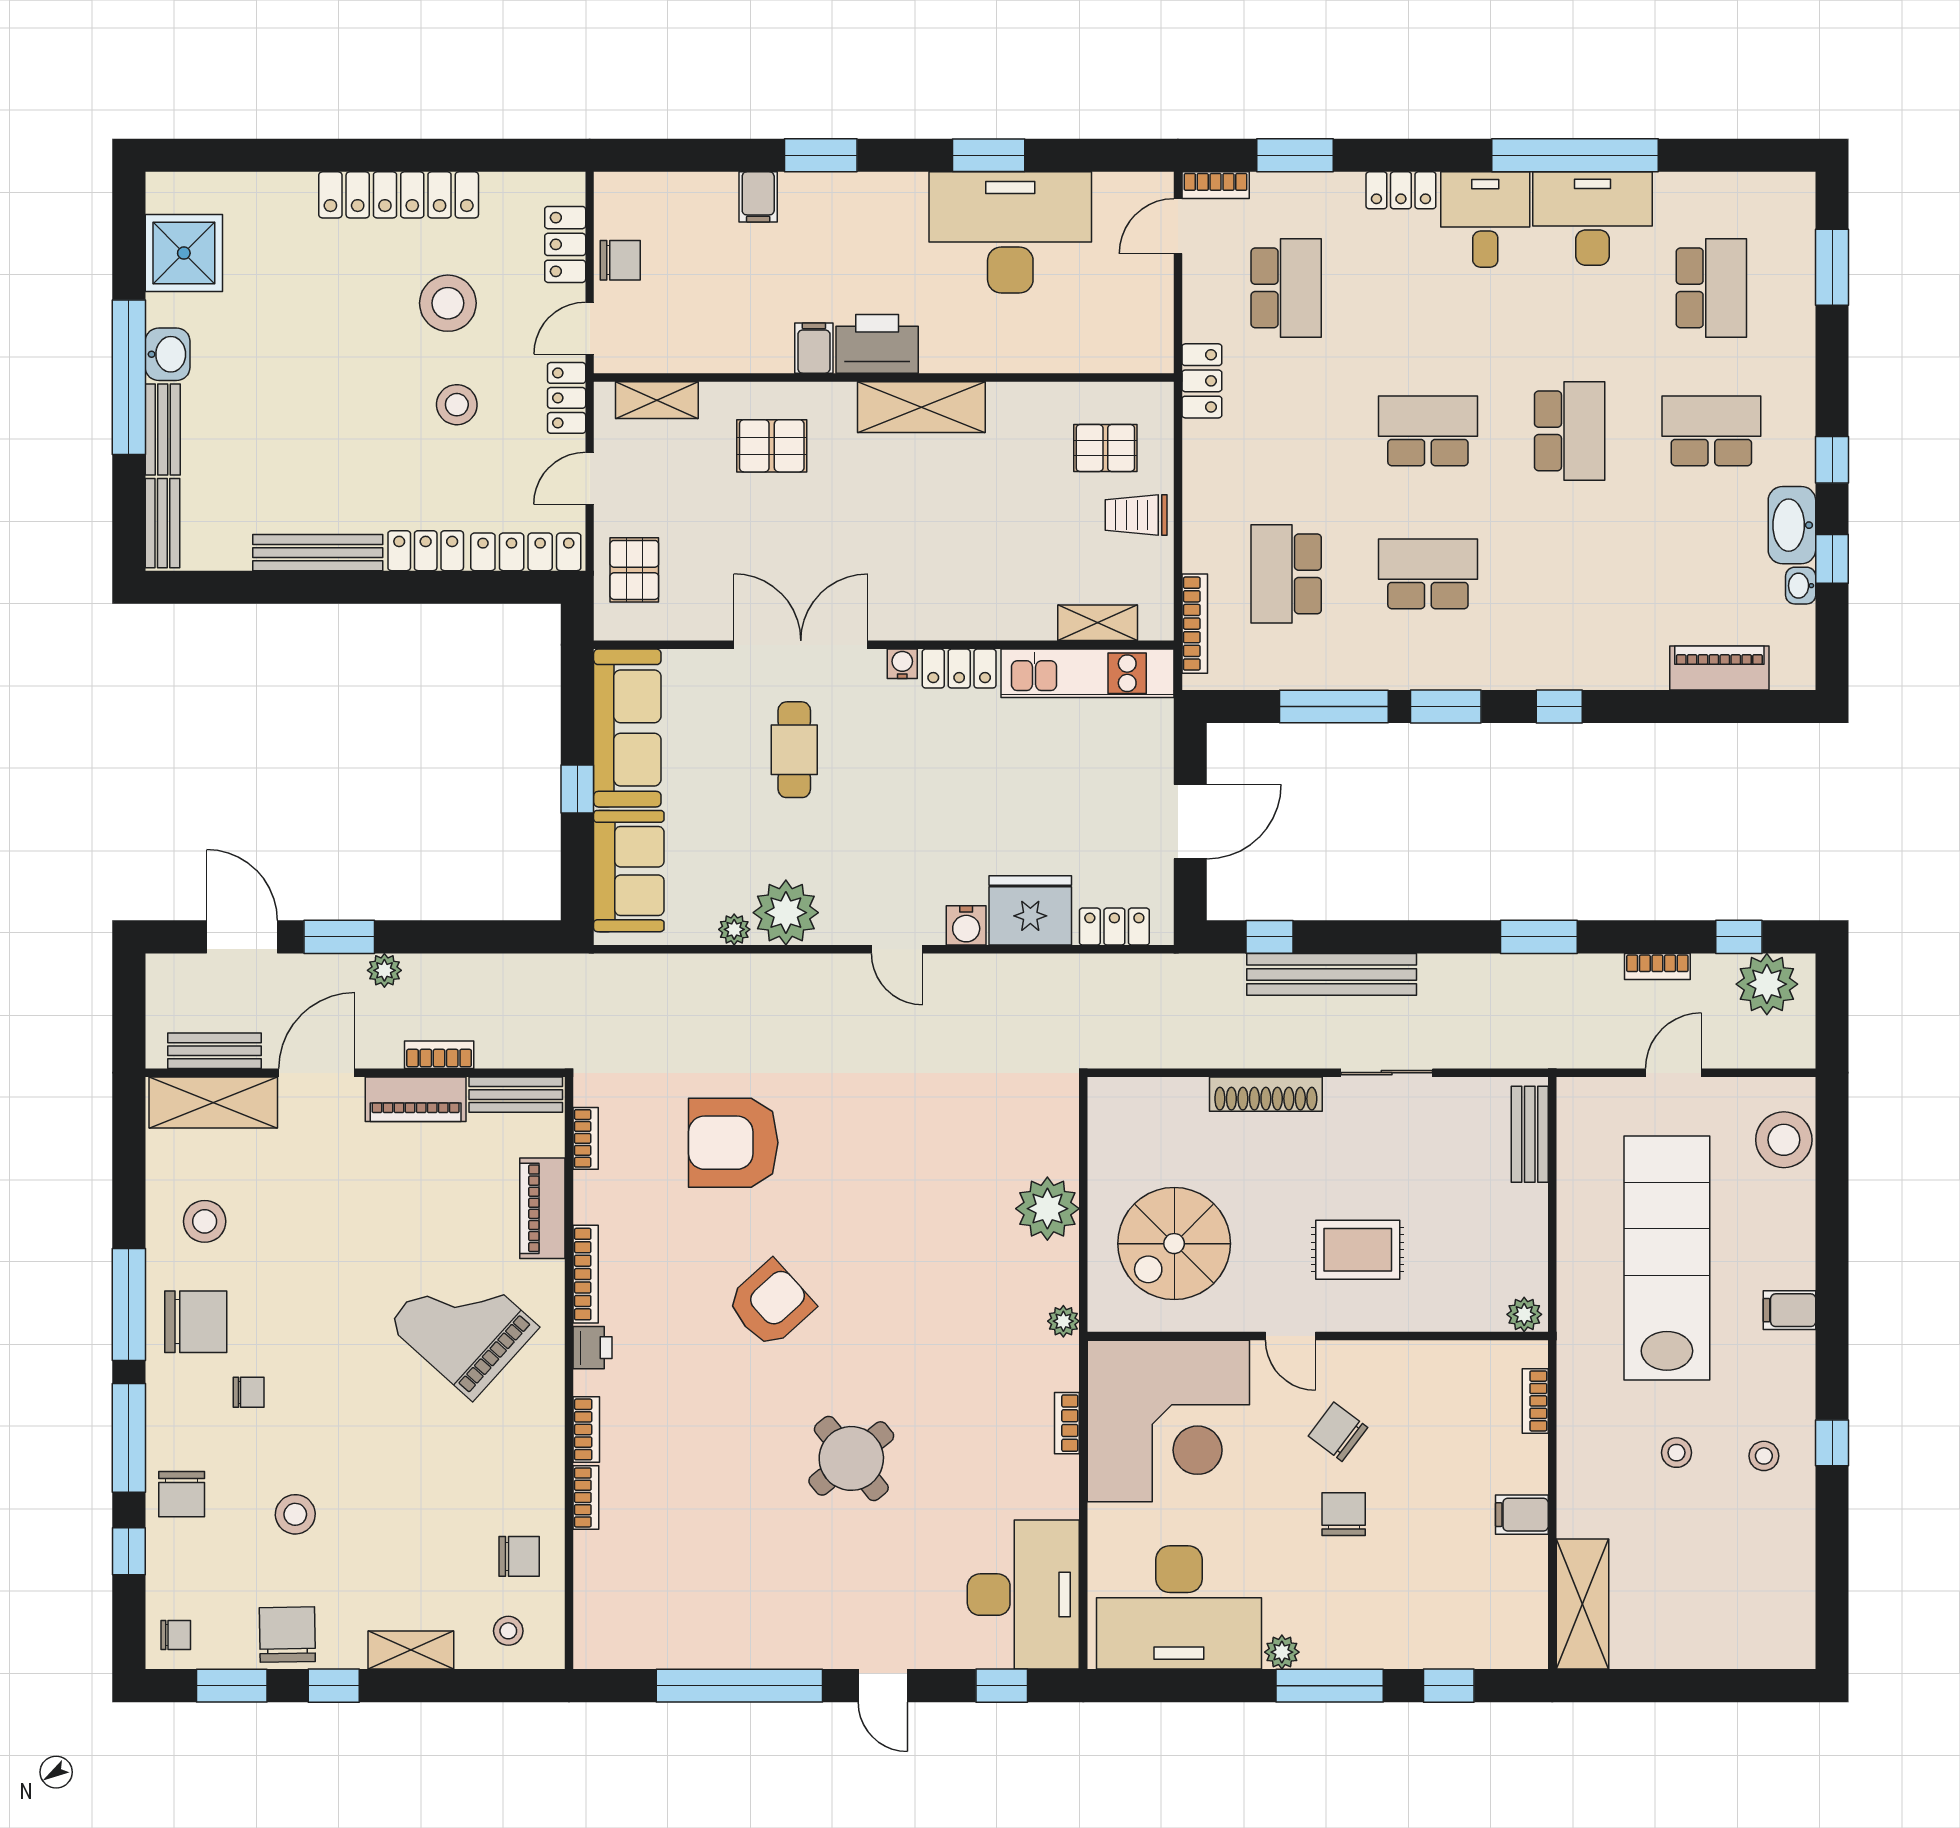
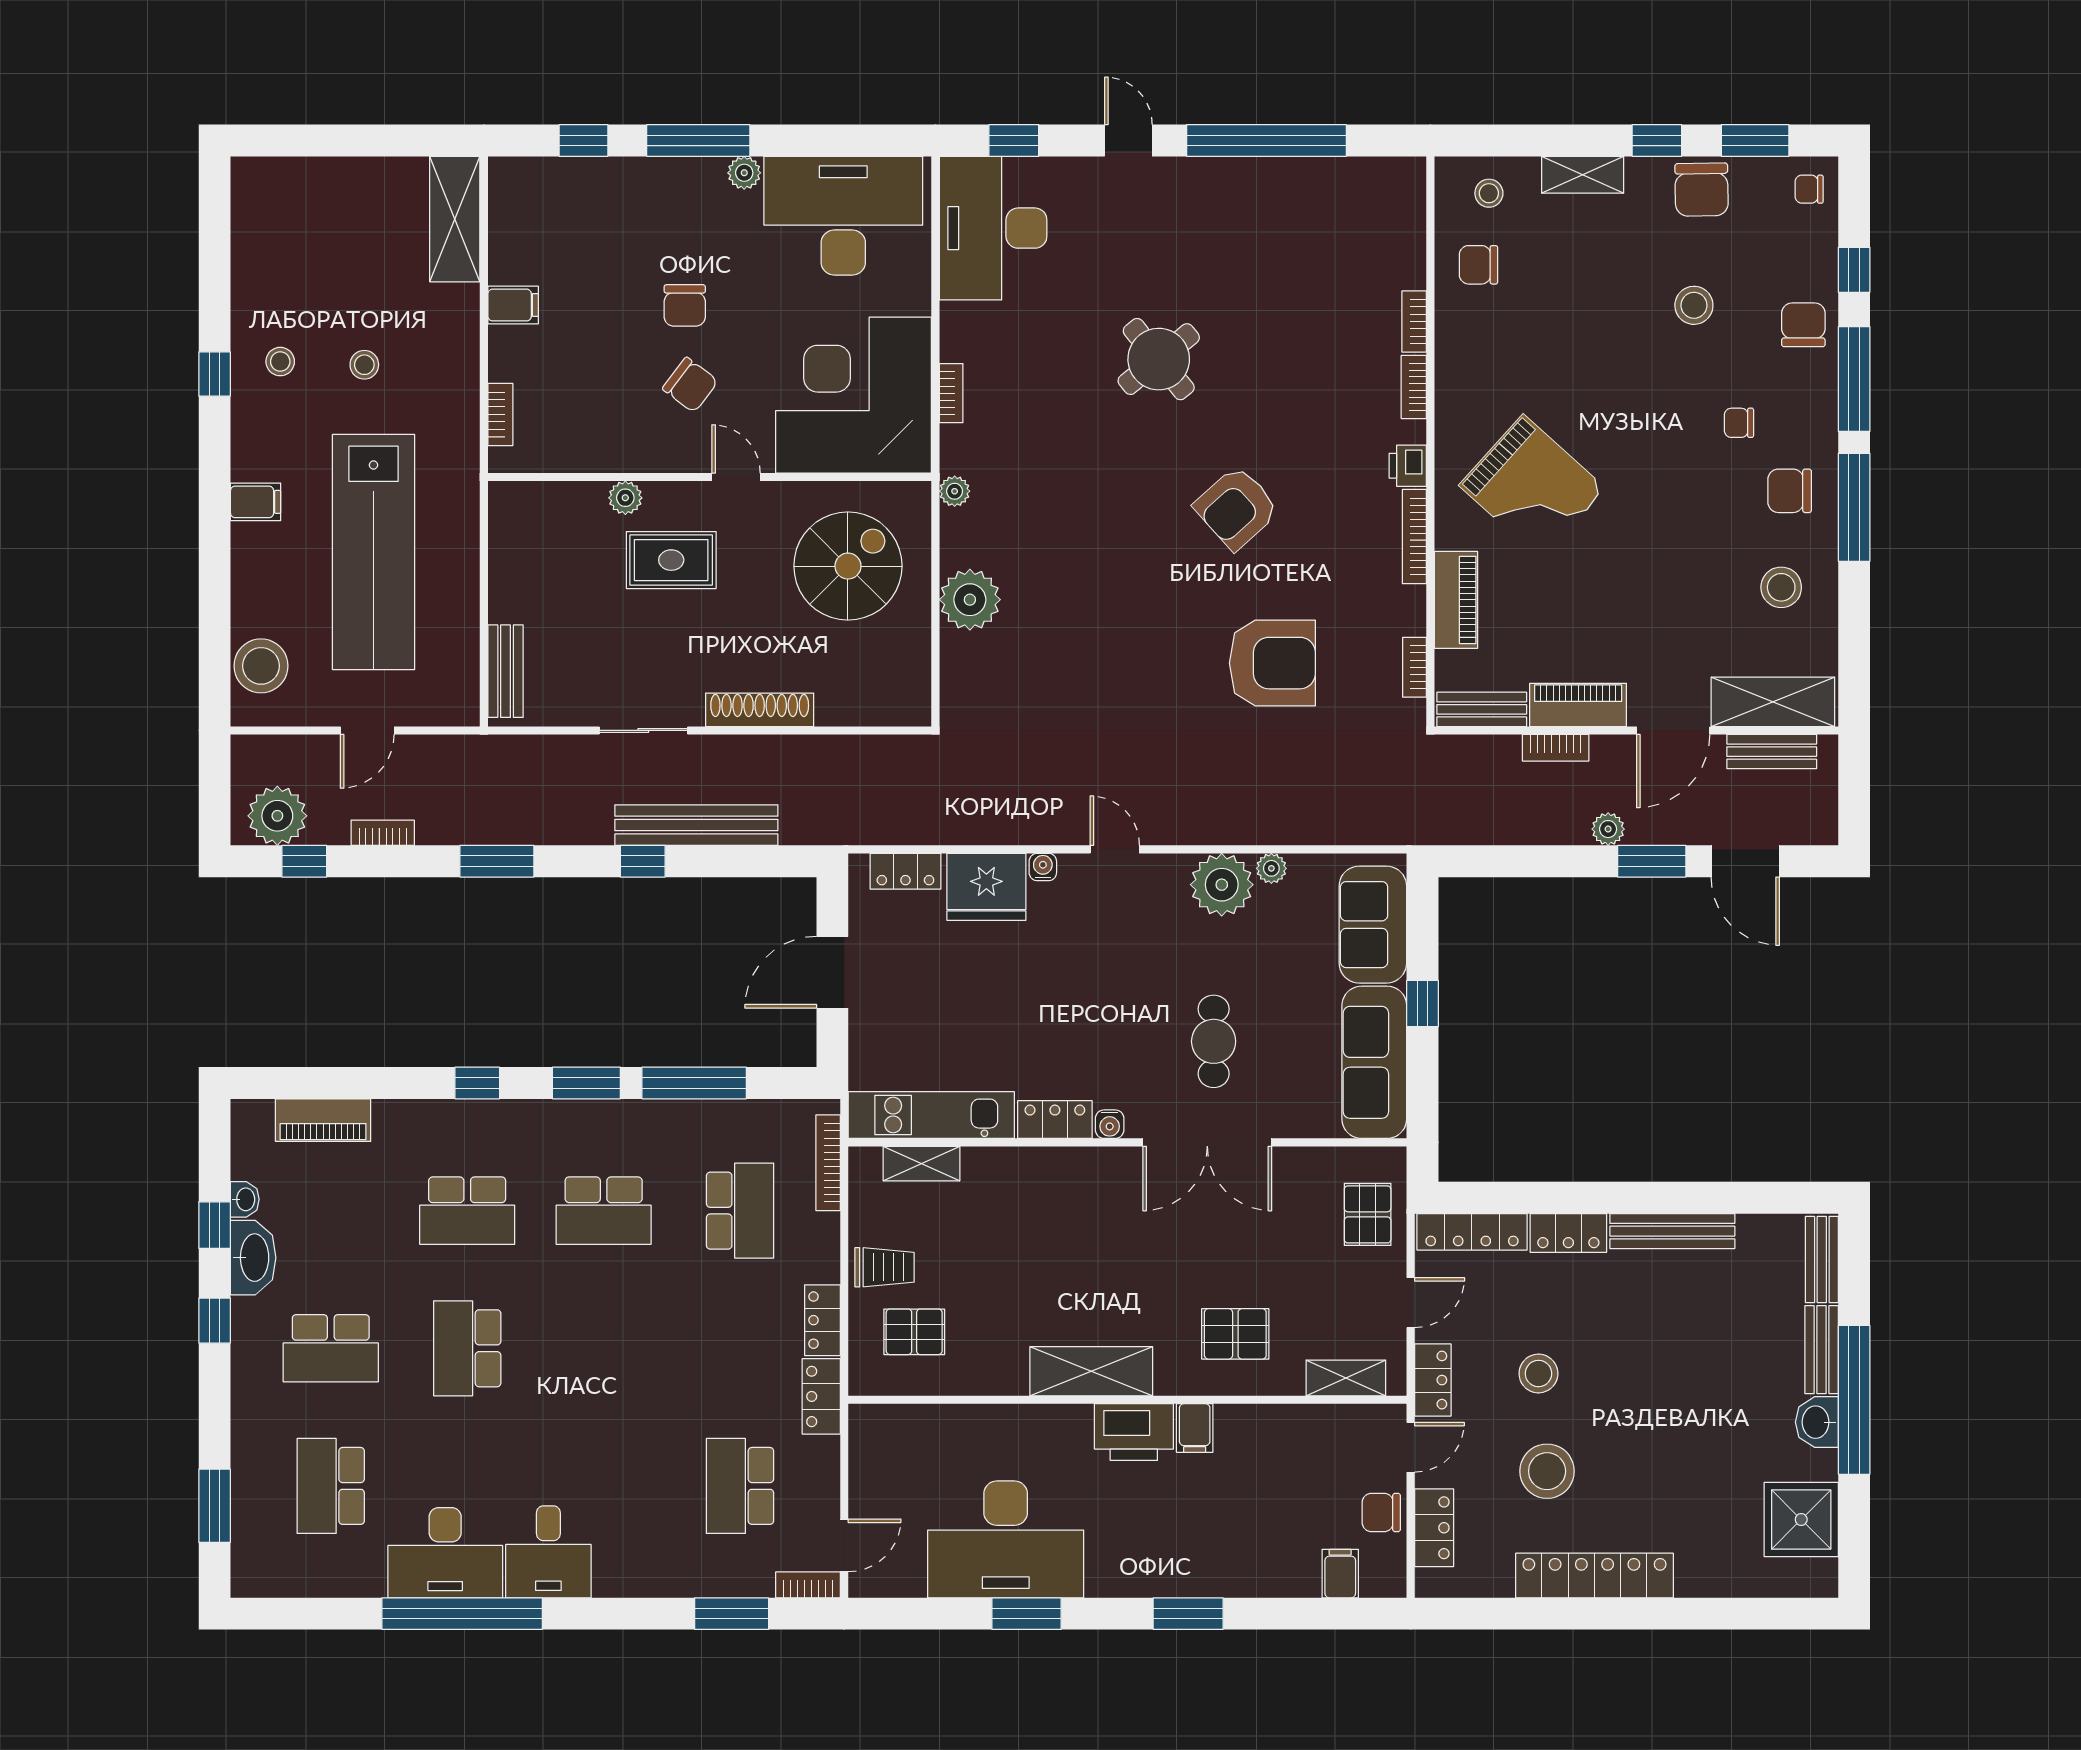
locker: (1401, 190) -> (822, 1320), moved, turned -90
filing cabinet: (758, 197) -> (1340, 1574), moved
school desk: (1428, 431) -> (467, 1211), moved
water cooler: (966, 925) -> (1043, 867), width x0.72, depth x0.72
window: (1269, 937) -> (643, 861), moved
plant: (1524, 1314) -> (625, 498), moved
chair: (196, 1322) -> (1790, 491), width x0.73, depth x0.73

